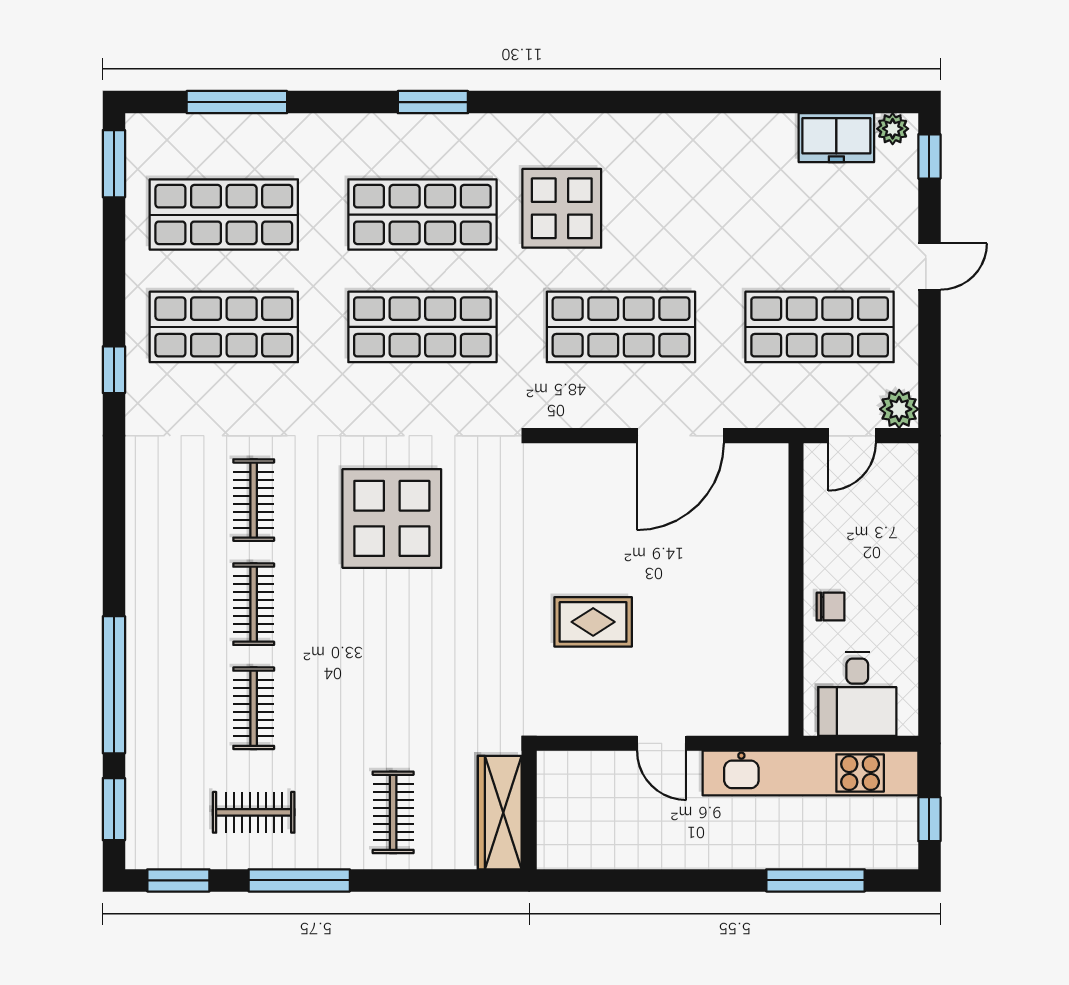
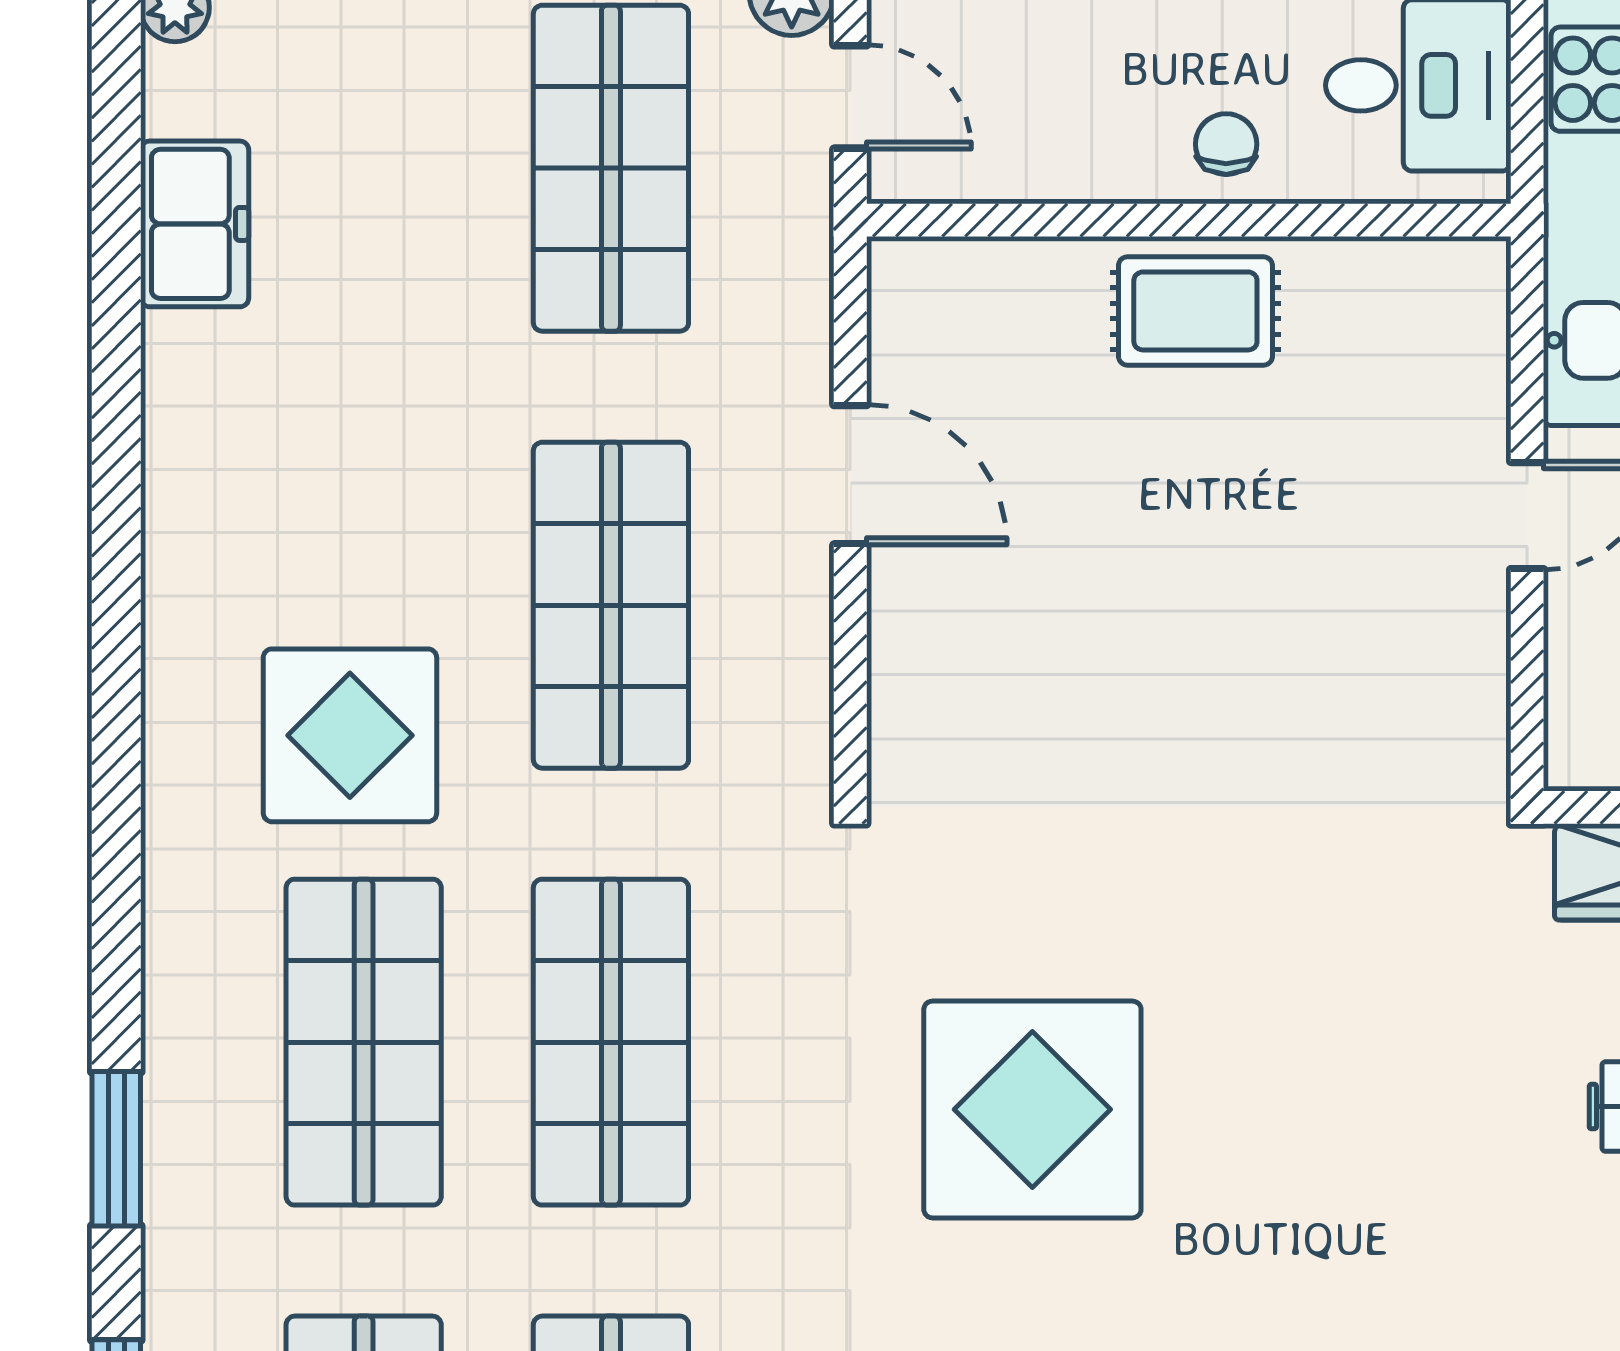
window: (433, 102) -> (116, 1149), moved
freezer: (836, 138) -> (195, 224), moved
door: (680, 436) -> (850, 475), width x0.73
rug: (593, 622) -> (1195, 311), moved, turned 90

